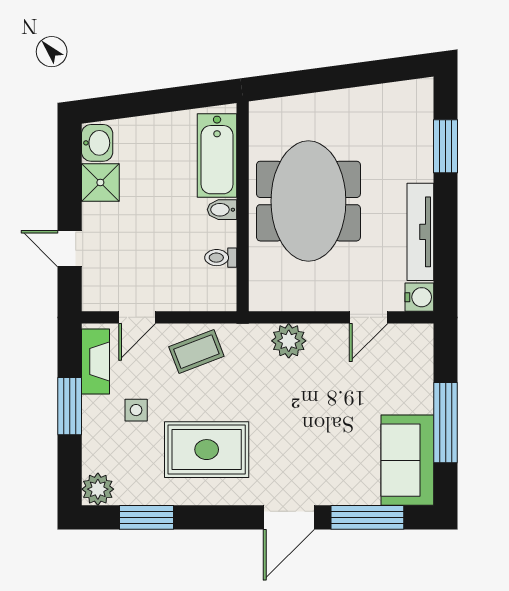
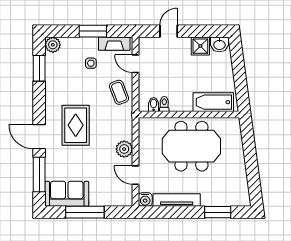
bidet: (222, 210) -> (154, 105), moved
plant: (289, 341) -> (124, 149), moved
rug: (207, 450) -> (76, 125), moved

